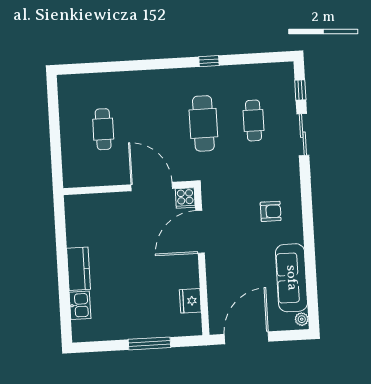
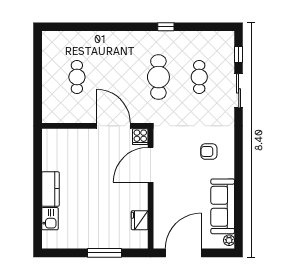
armchair: (271, 211) -> (209, 152), turned 180

